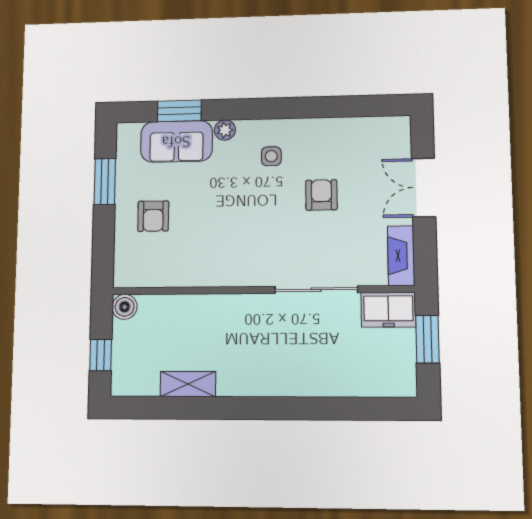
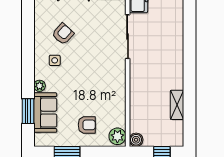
armchair: (321, 195) -> (63, 34), moved, turned 132
plant: (132, 272) -> (117, 136), added

